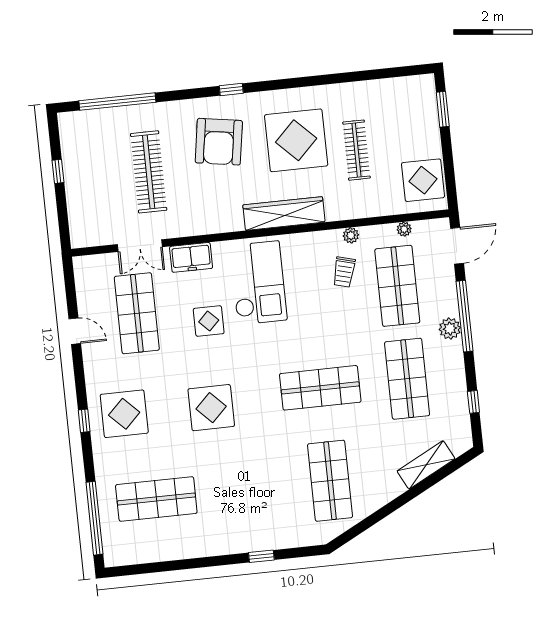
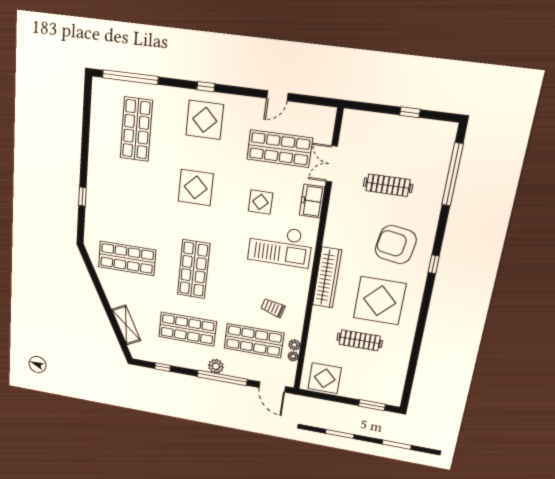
clothes rail: (149, 172) -> (388, 185), width x0.73, depth x0.76
plant: (351, 235) -> (294, 345), moved

